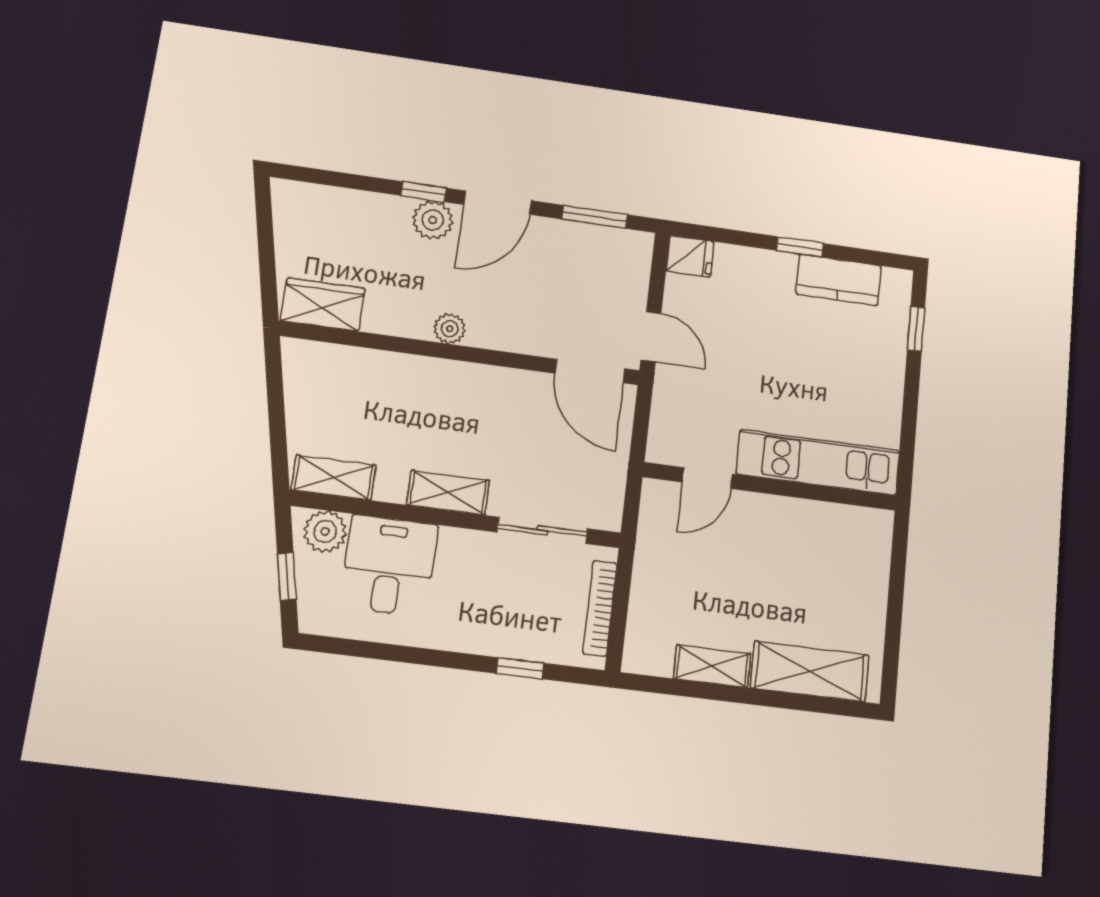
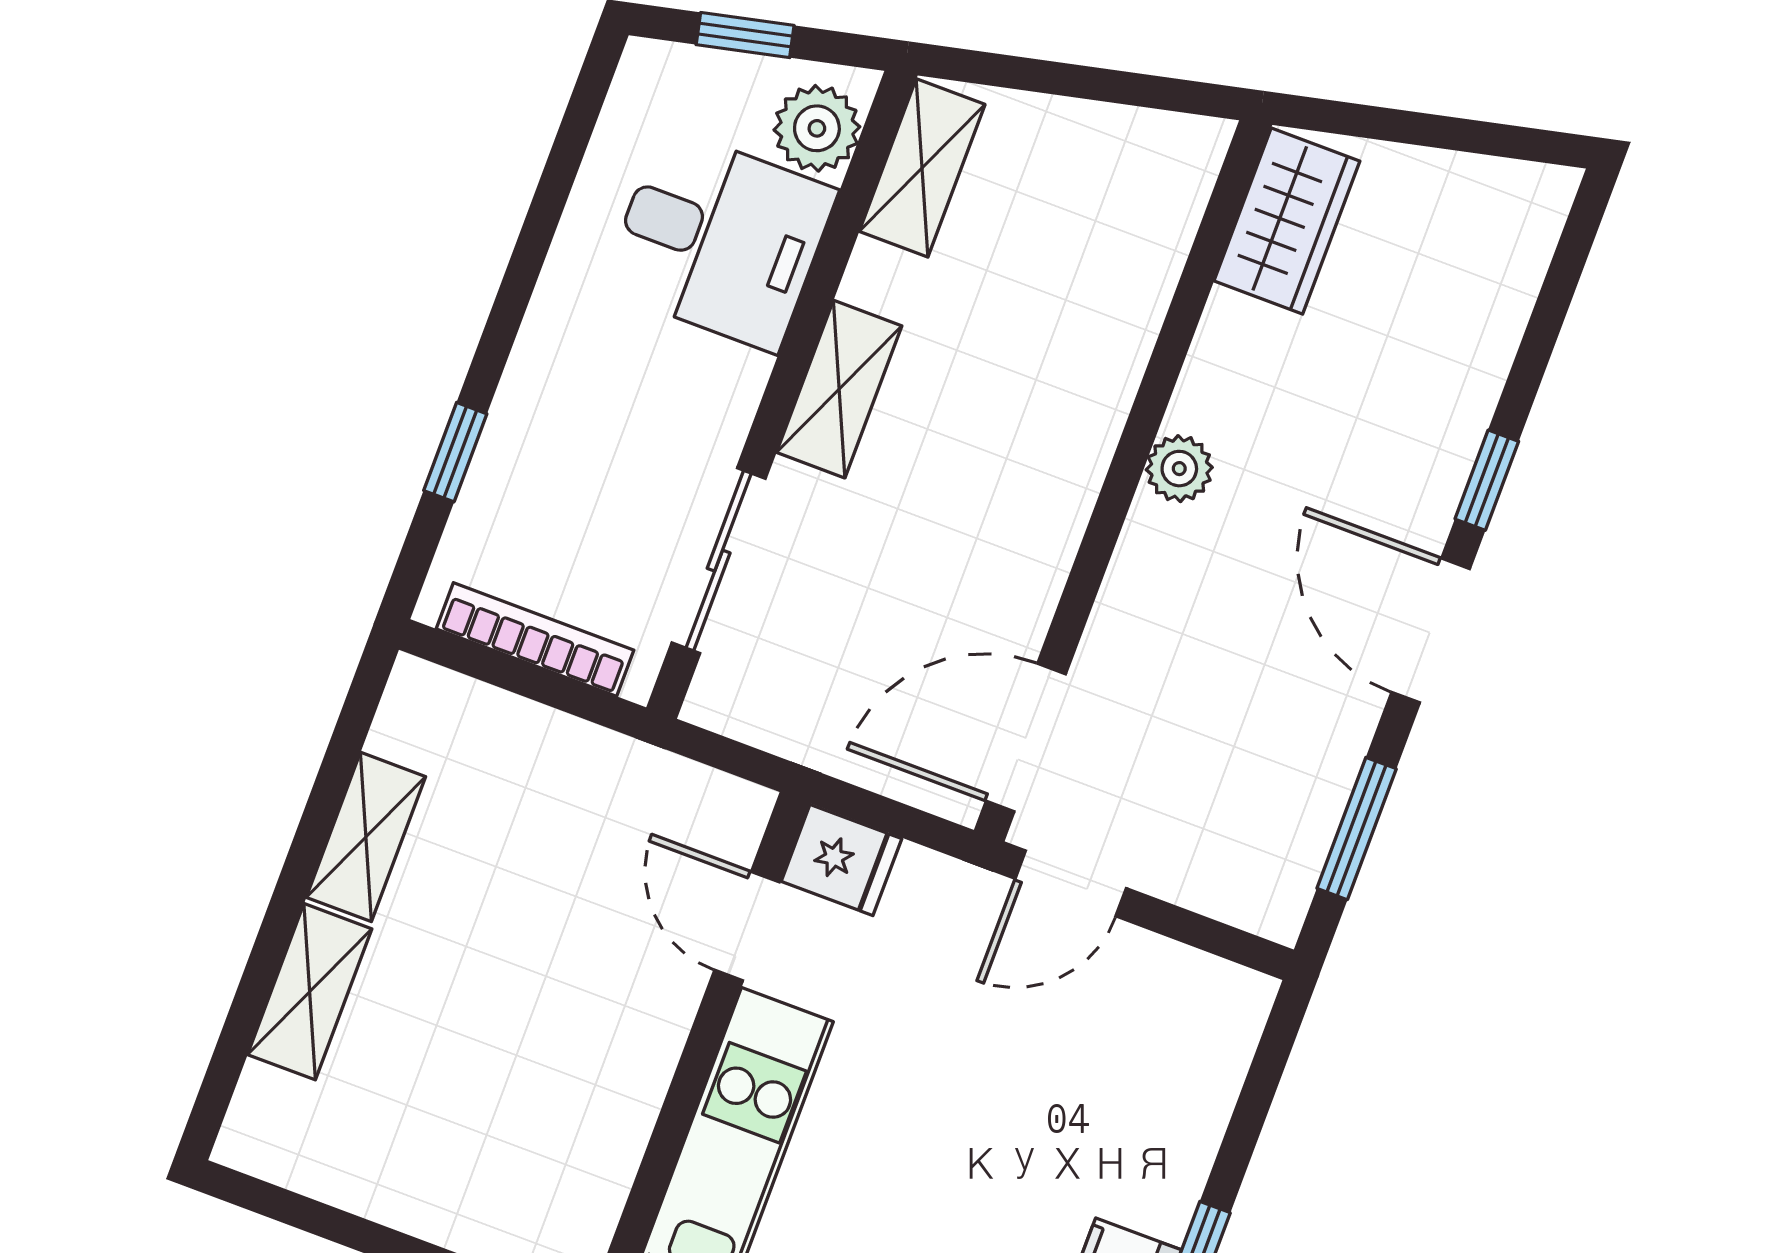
plant: (433, 220) -> (1421, 486), removed
fridge: (690, 256) -> (841, 860), moved, turned -90
shelving: (810, 672) -> (310, 992), width x0.67, depth x0.75

